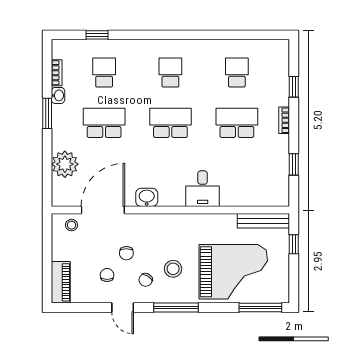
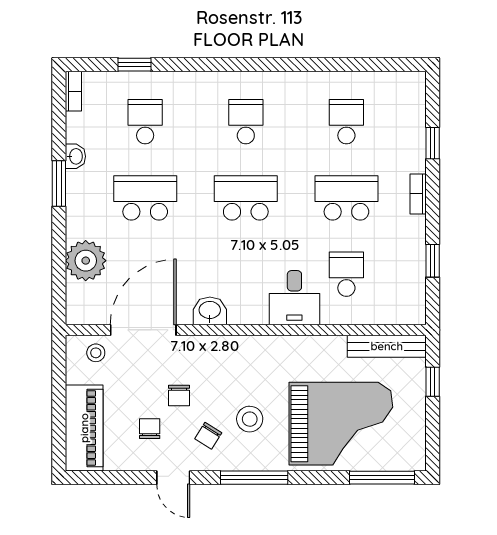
bookcase: (57, 73) -> (73, 91), moved
school desk: (237, 173) -> (346, 274), added
piano: (61, 282) -> (84, 428), width x1.37, depth x1.33

